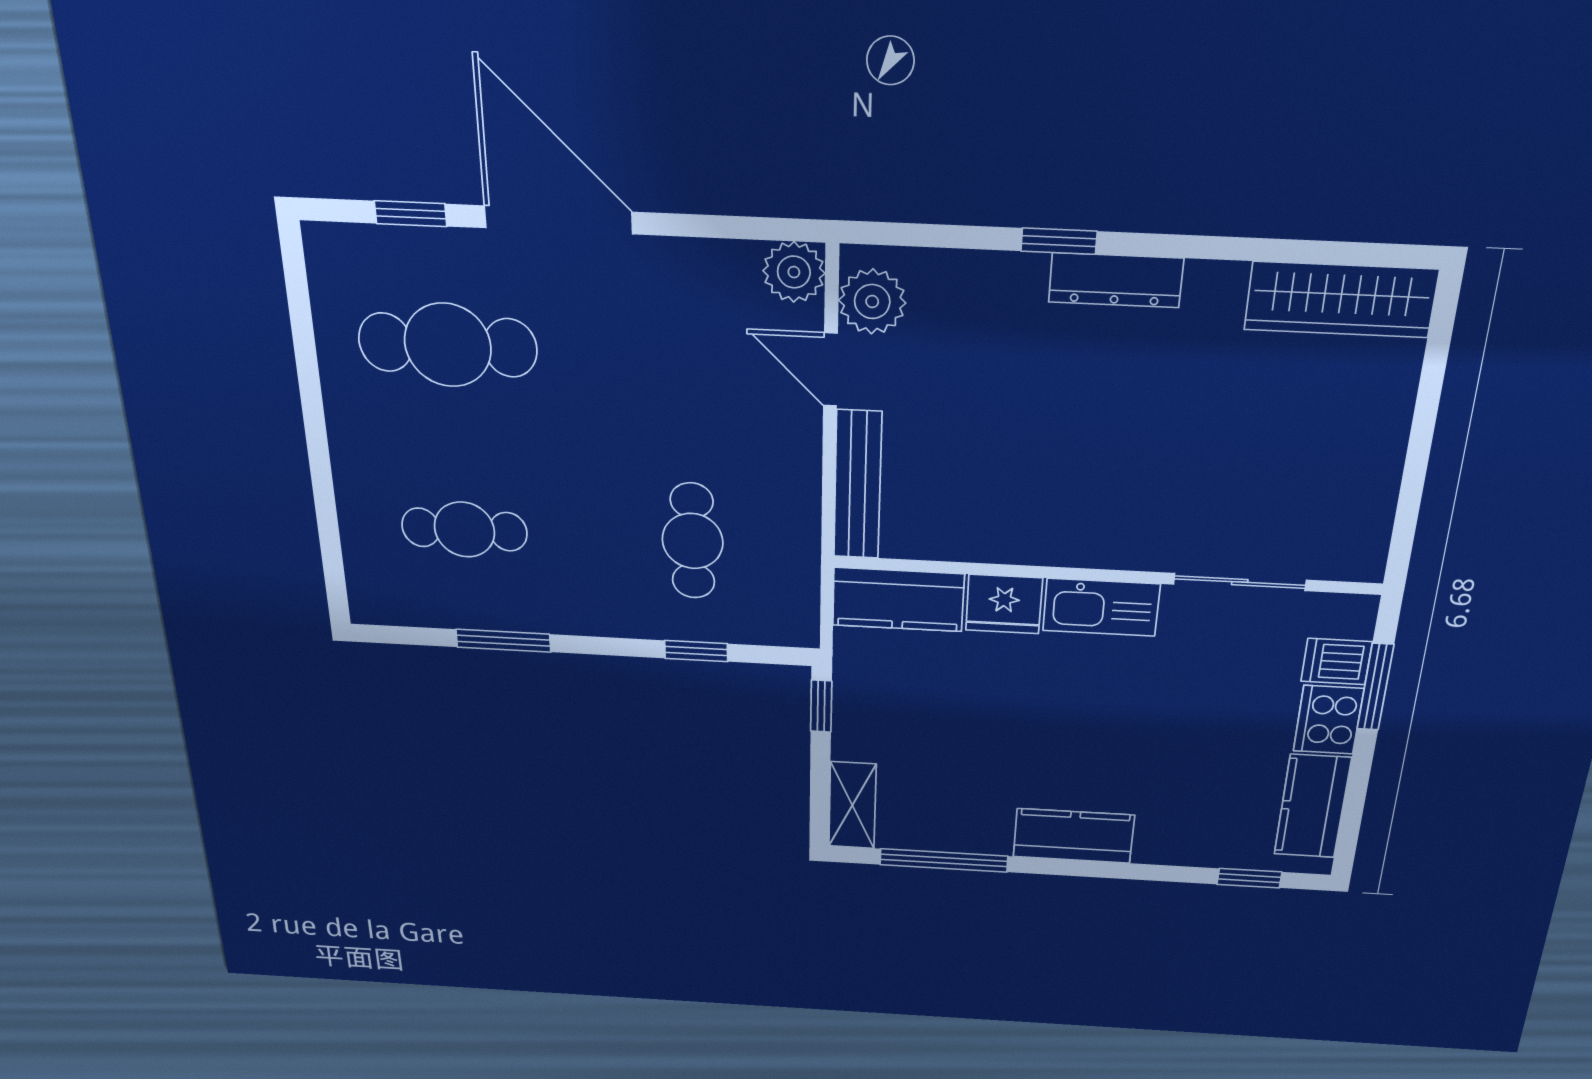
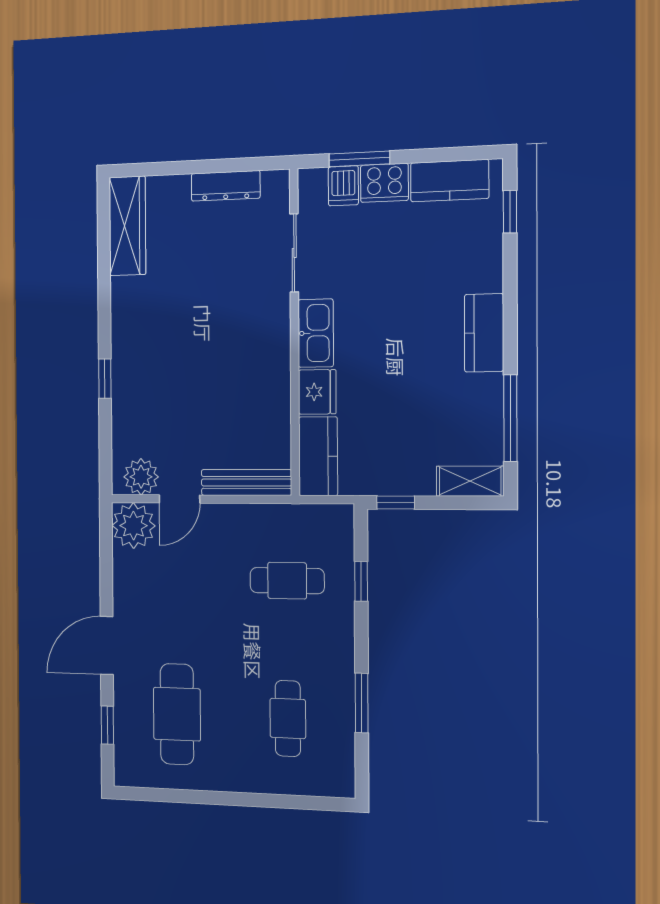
door: (558, 220) -> (107, 645), width x0.73
plant: (794, 272) -> (133, 526), width x1.36, depth x1.36
dresser: (1116, 280) -> (226, 186), moved, turned 90

